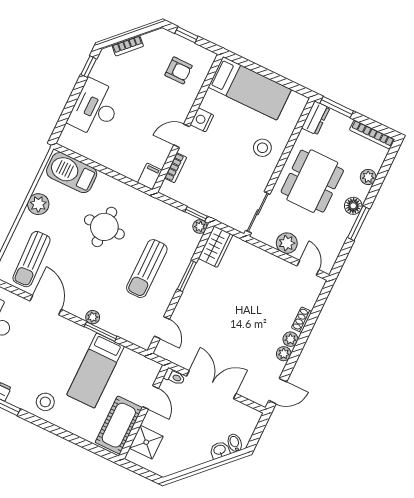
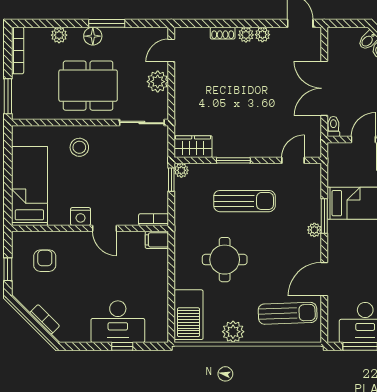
window: (89, 67) -> (122, 346), moved
dresser: (316, 118) -> (27, 111), removed
bookcase: (176, 168) -> (154, 220), moved

